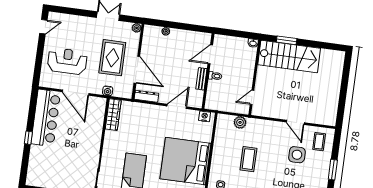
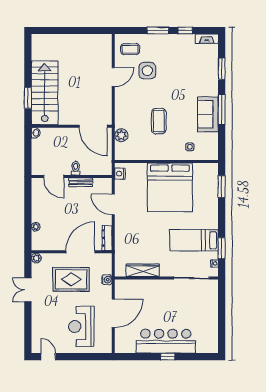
door: (252, 97) -> (93, 126), width x1.87
wardrobe: (113, 115) -> (143, 270), moved
bar counter: (46, 118) -> (166, 341), moved
coffee table: (248, 159) -> (159, 121), turned 90

